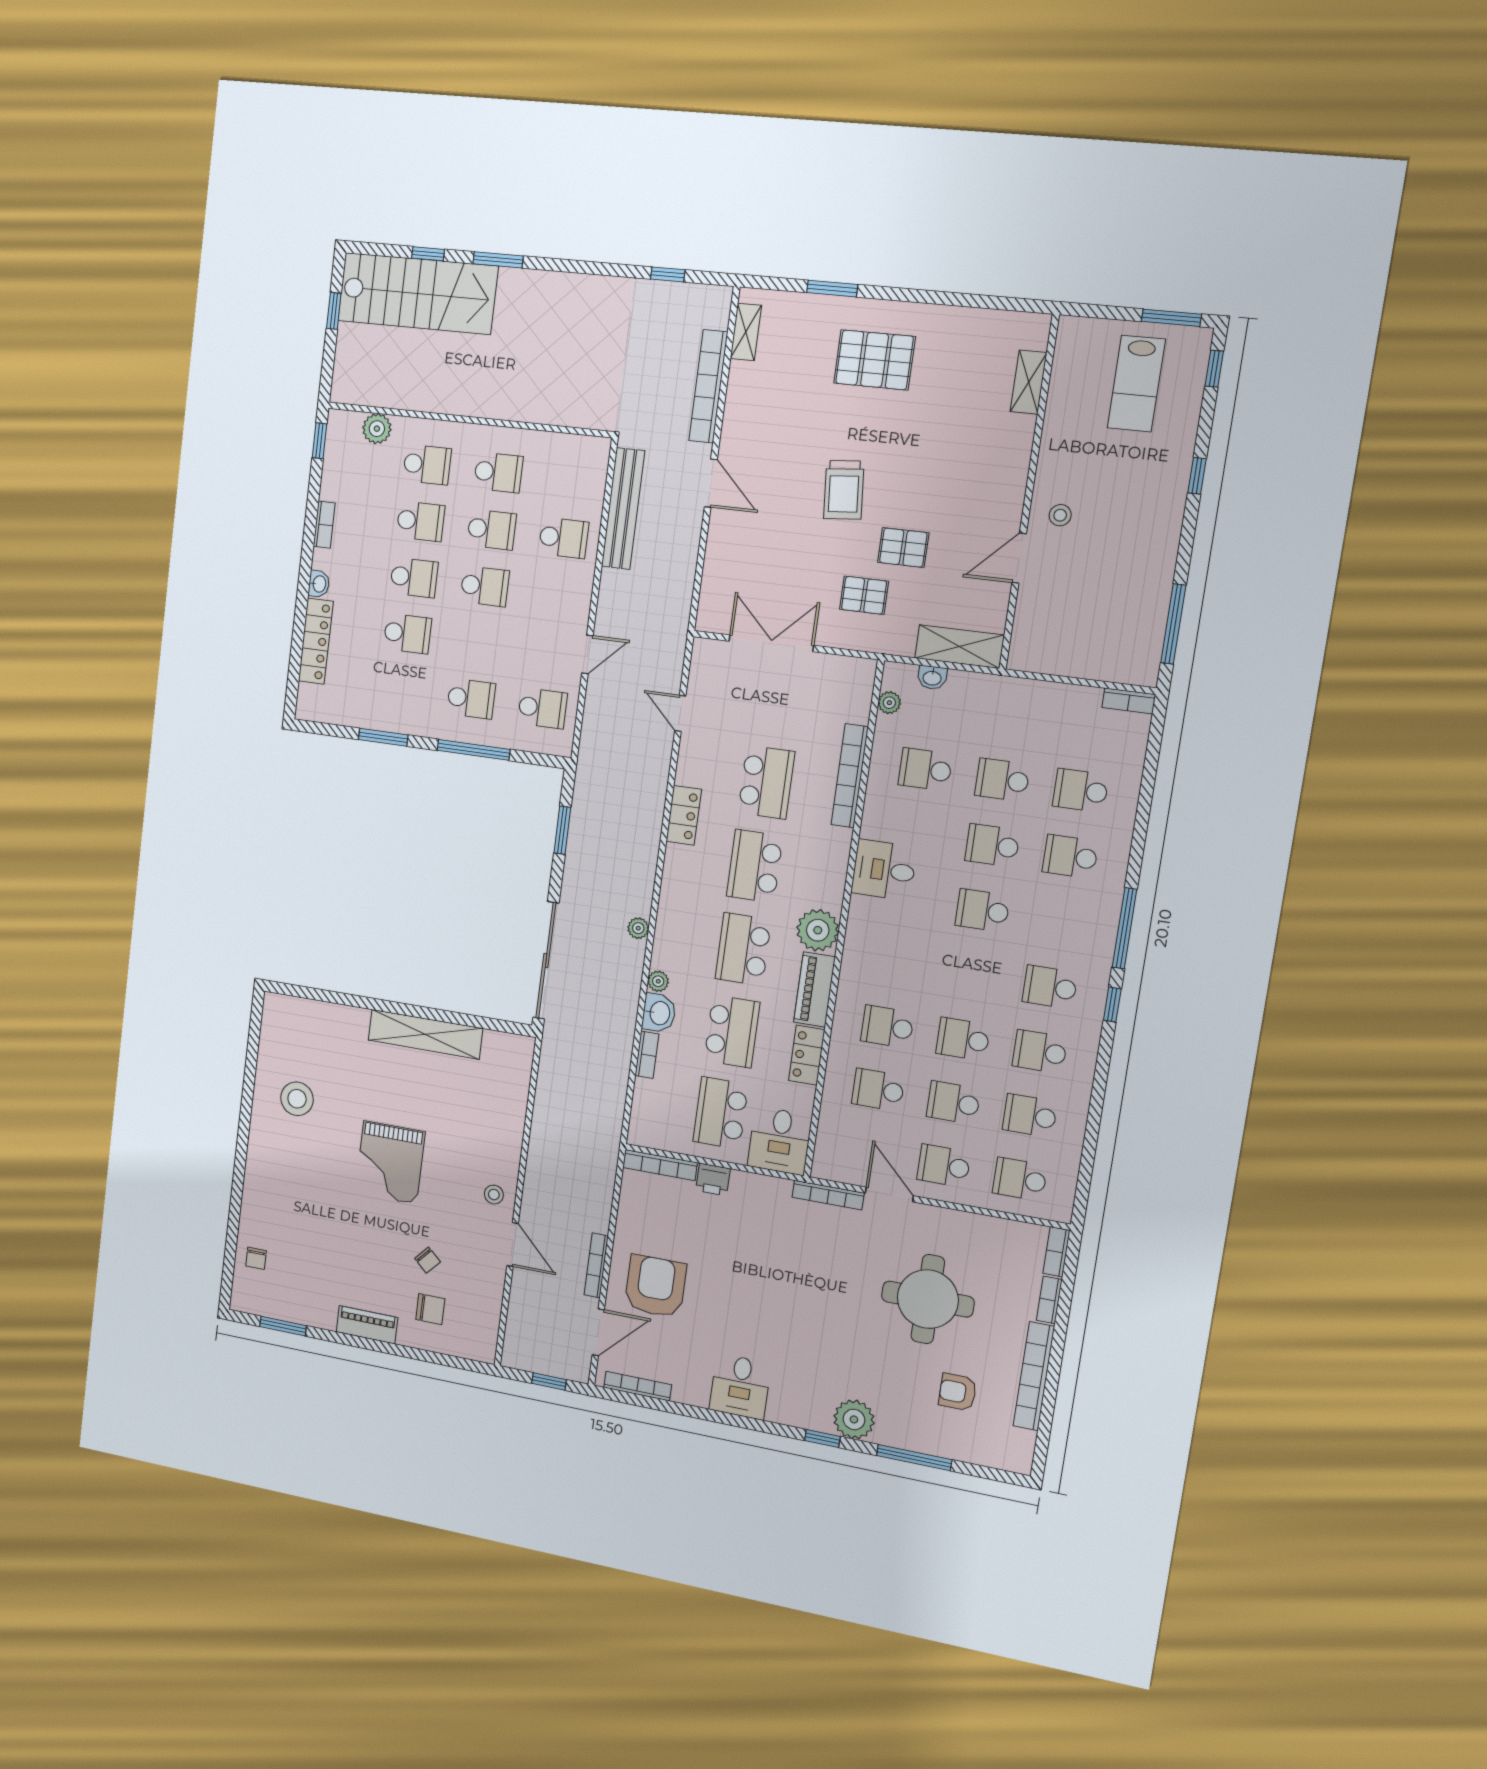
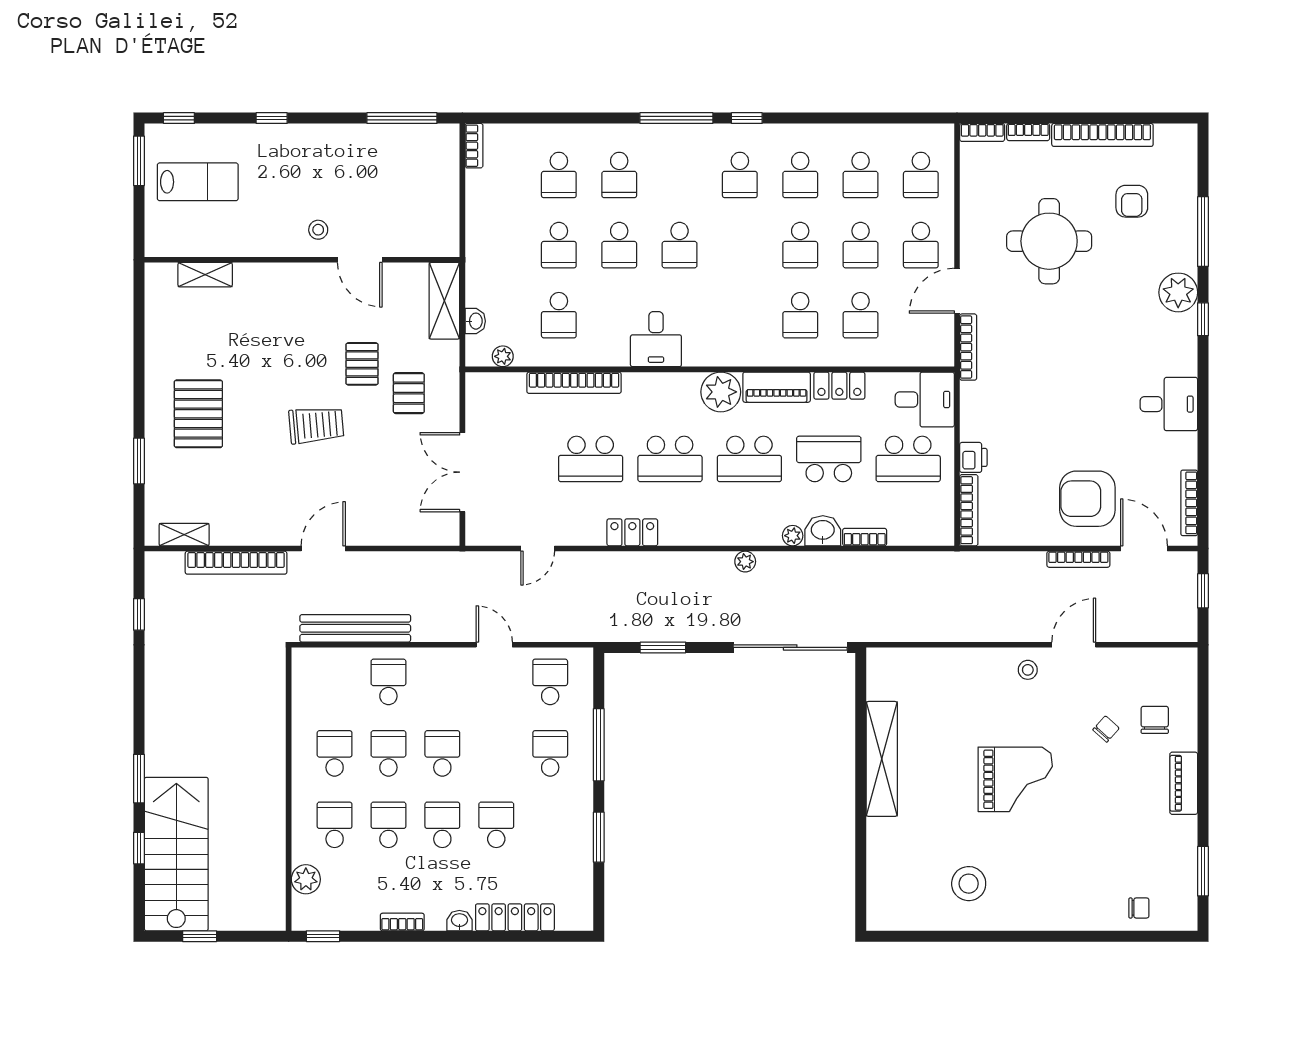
school desk: (766, 782) -> (591, 459), turned 180

